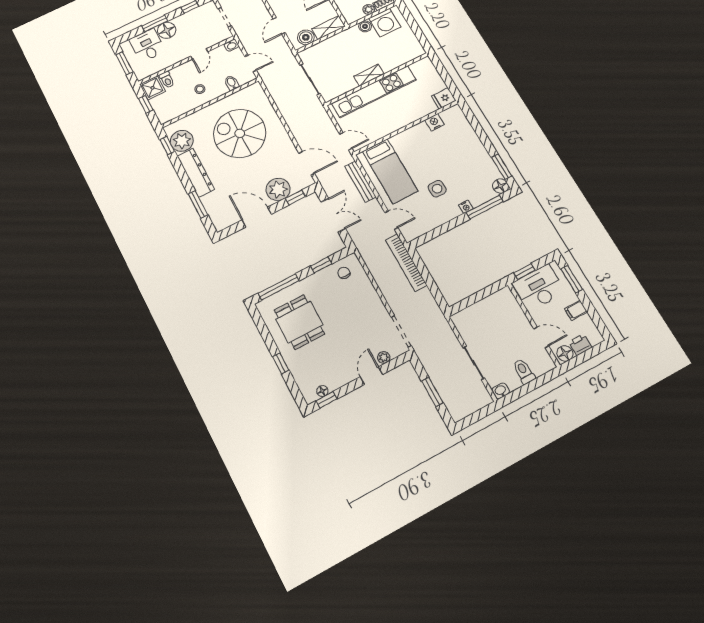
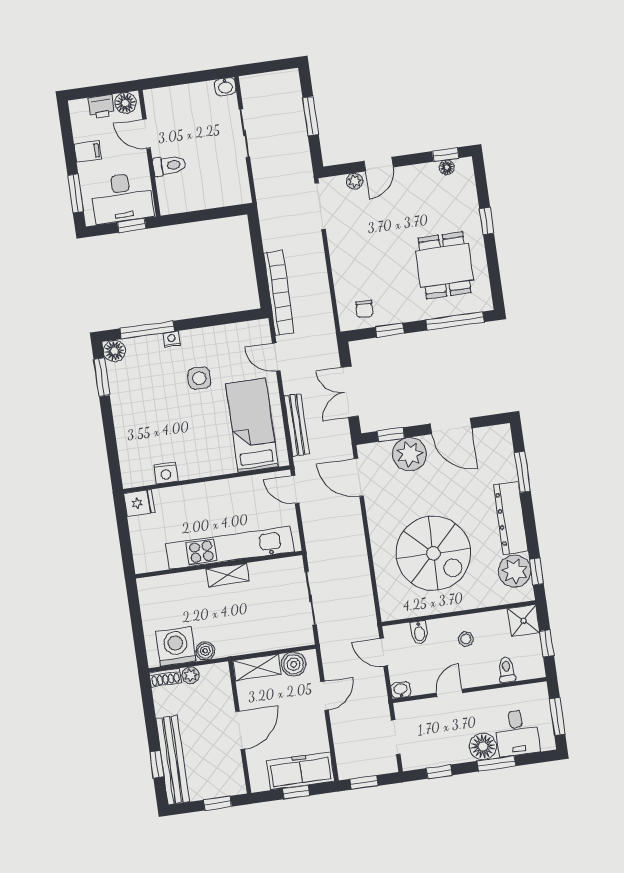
shower: (153, 88) -> (524, 621), moved
toilet: (524, 371) -> (169, 166), moved, turned -90

